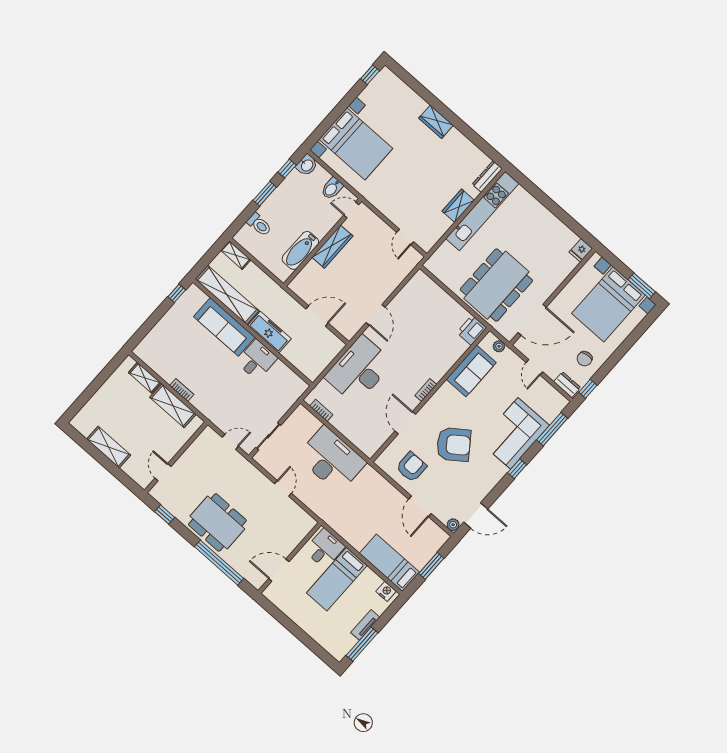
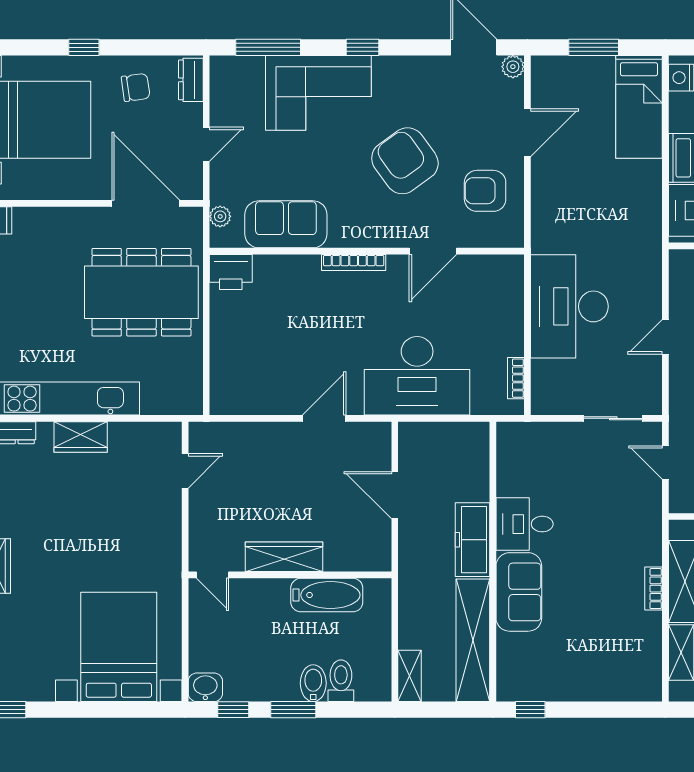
bidet: (332, 188) -> (313, 683), moved, turned -90
sofa: (224, 327) -> (519, 592), width x0.73
window: (588, 389) -> (84, 47), moved
bookcase: (426, 390) -> (354, 263), width x1.56

